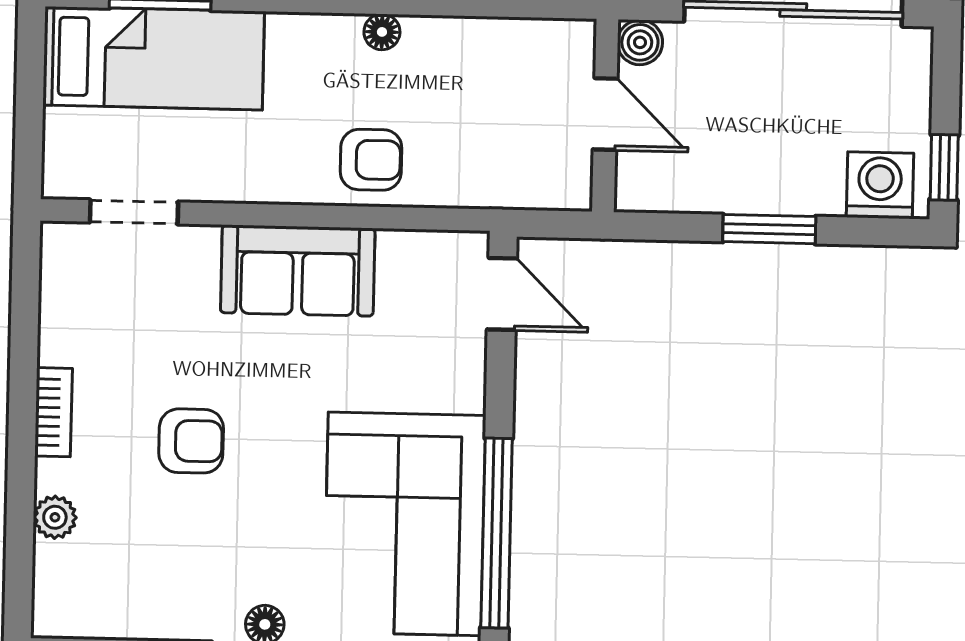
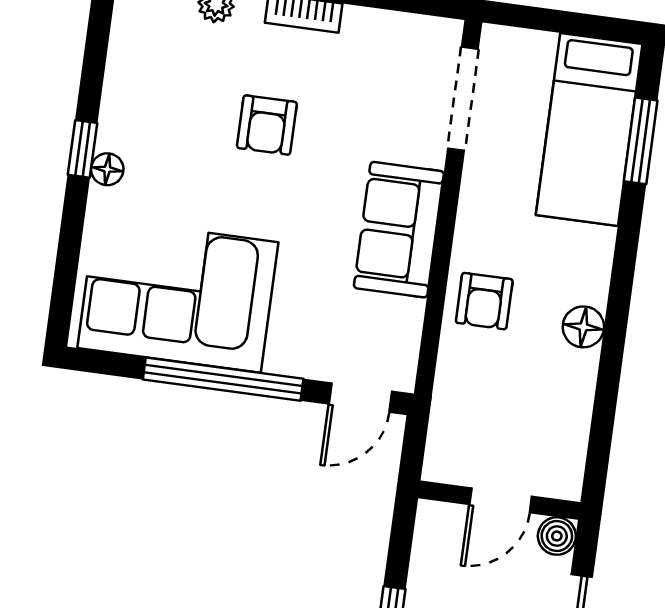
floor lamp: (382, 32) -> (583, 327), width x1.37, depth x1.37
doorway: (134, 212) -> (463, 99), width x1.38
window: (497, 533) -> (223, 379), moved

